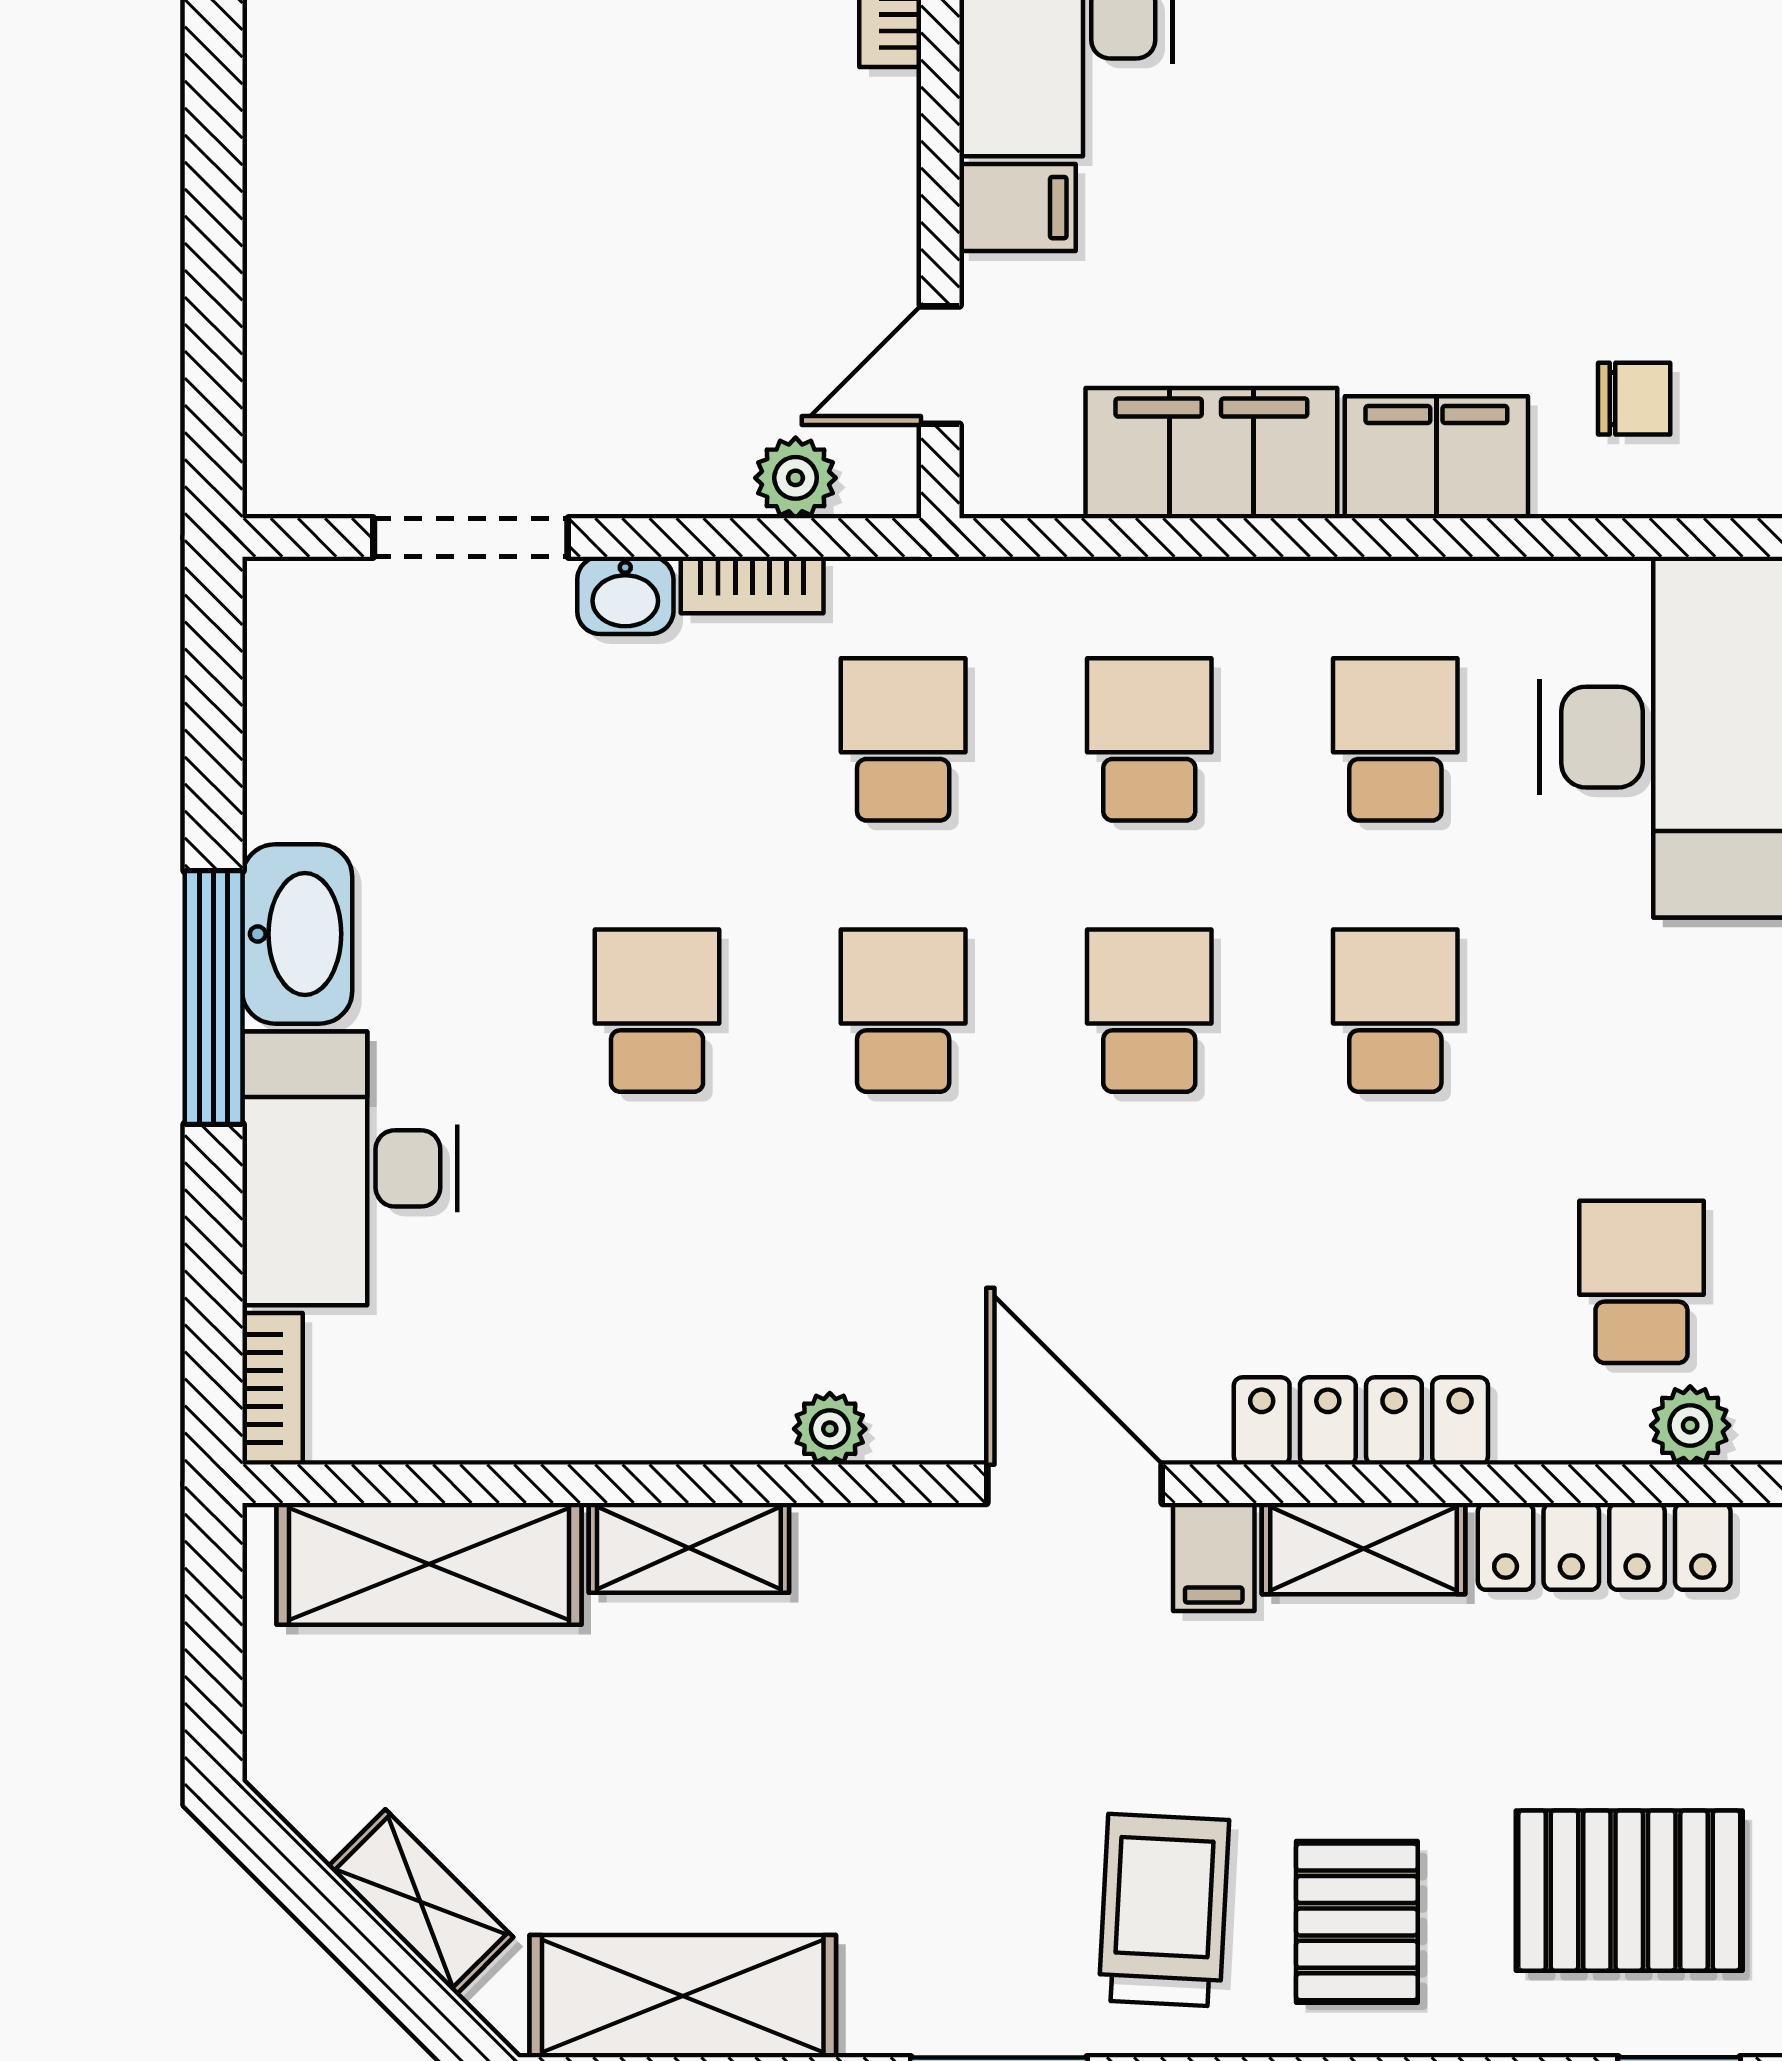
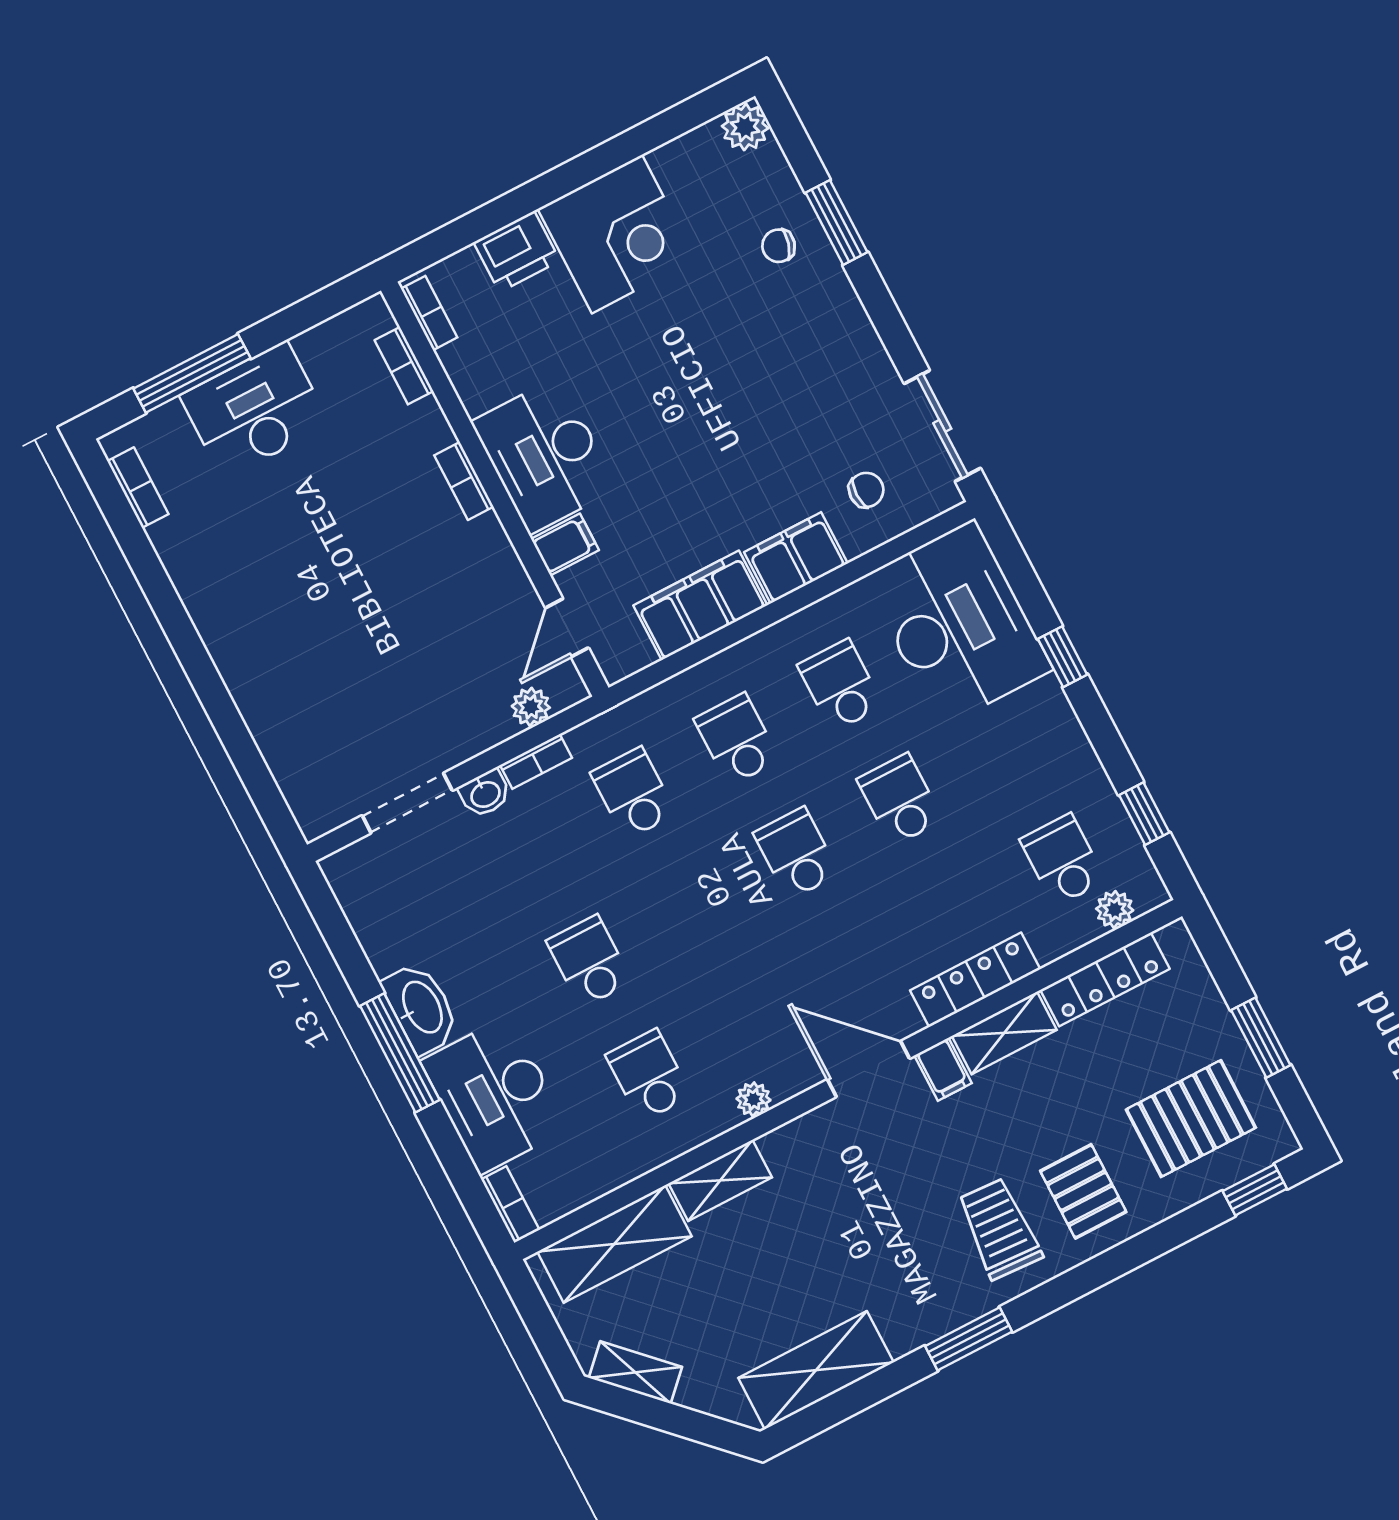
school desk: (903, 1011) -> (649, 1075), moved
shelving: (421, 1902) -> (635, 1372), moved

